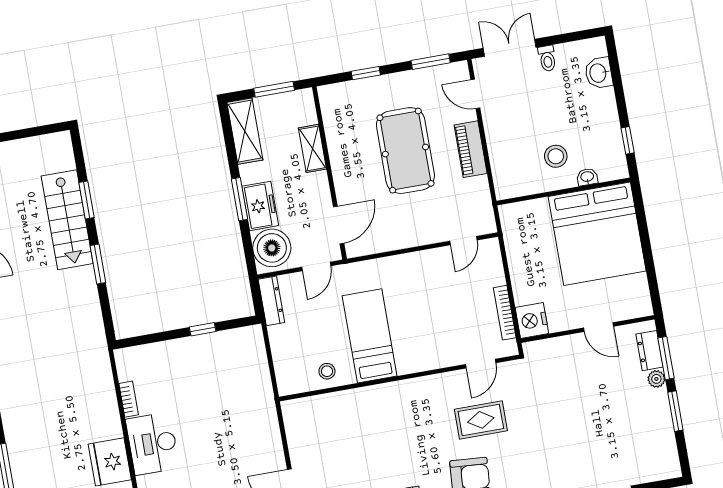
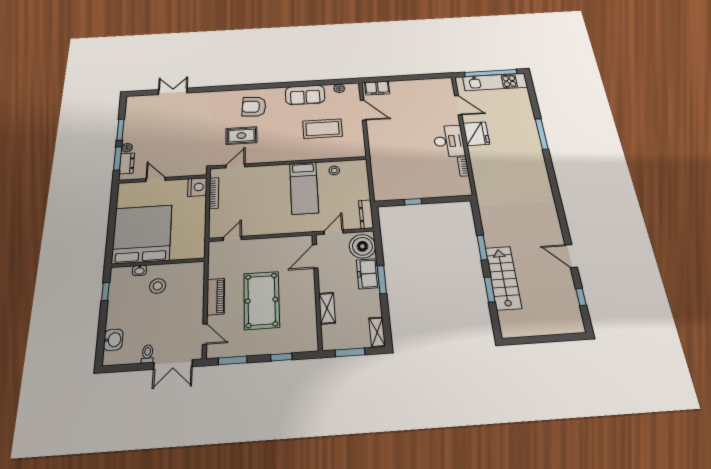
shelving: (245, 131) -> (377, 332), width x0.67, depth x0.75
coffee table: (354, 446) -> (322, 129), added

